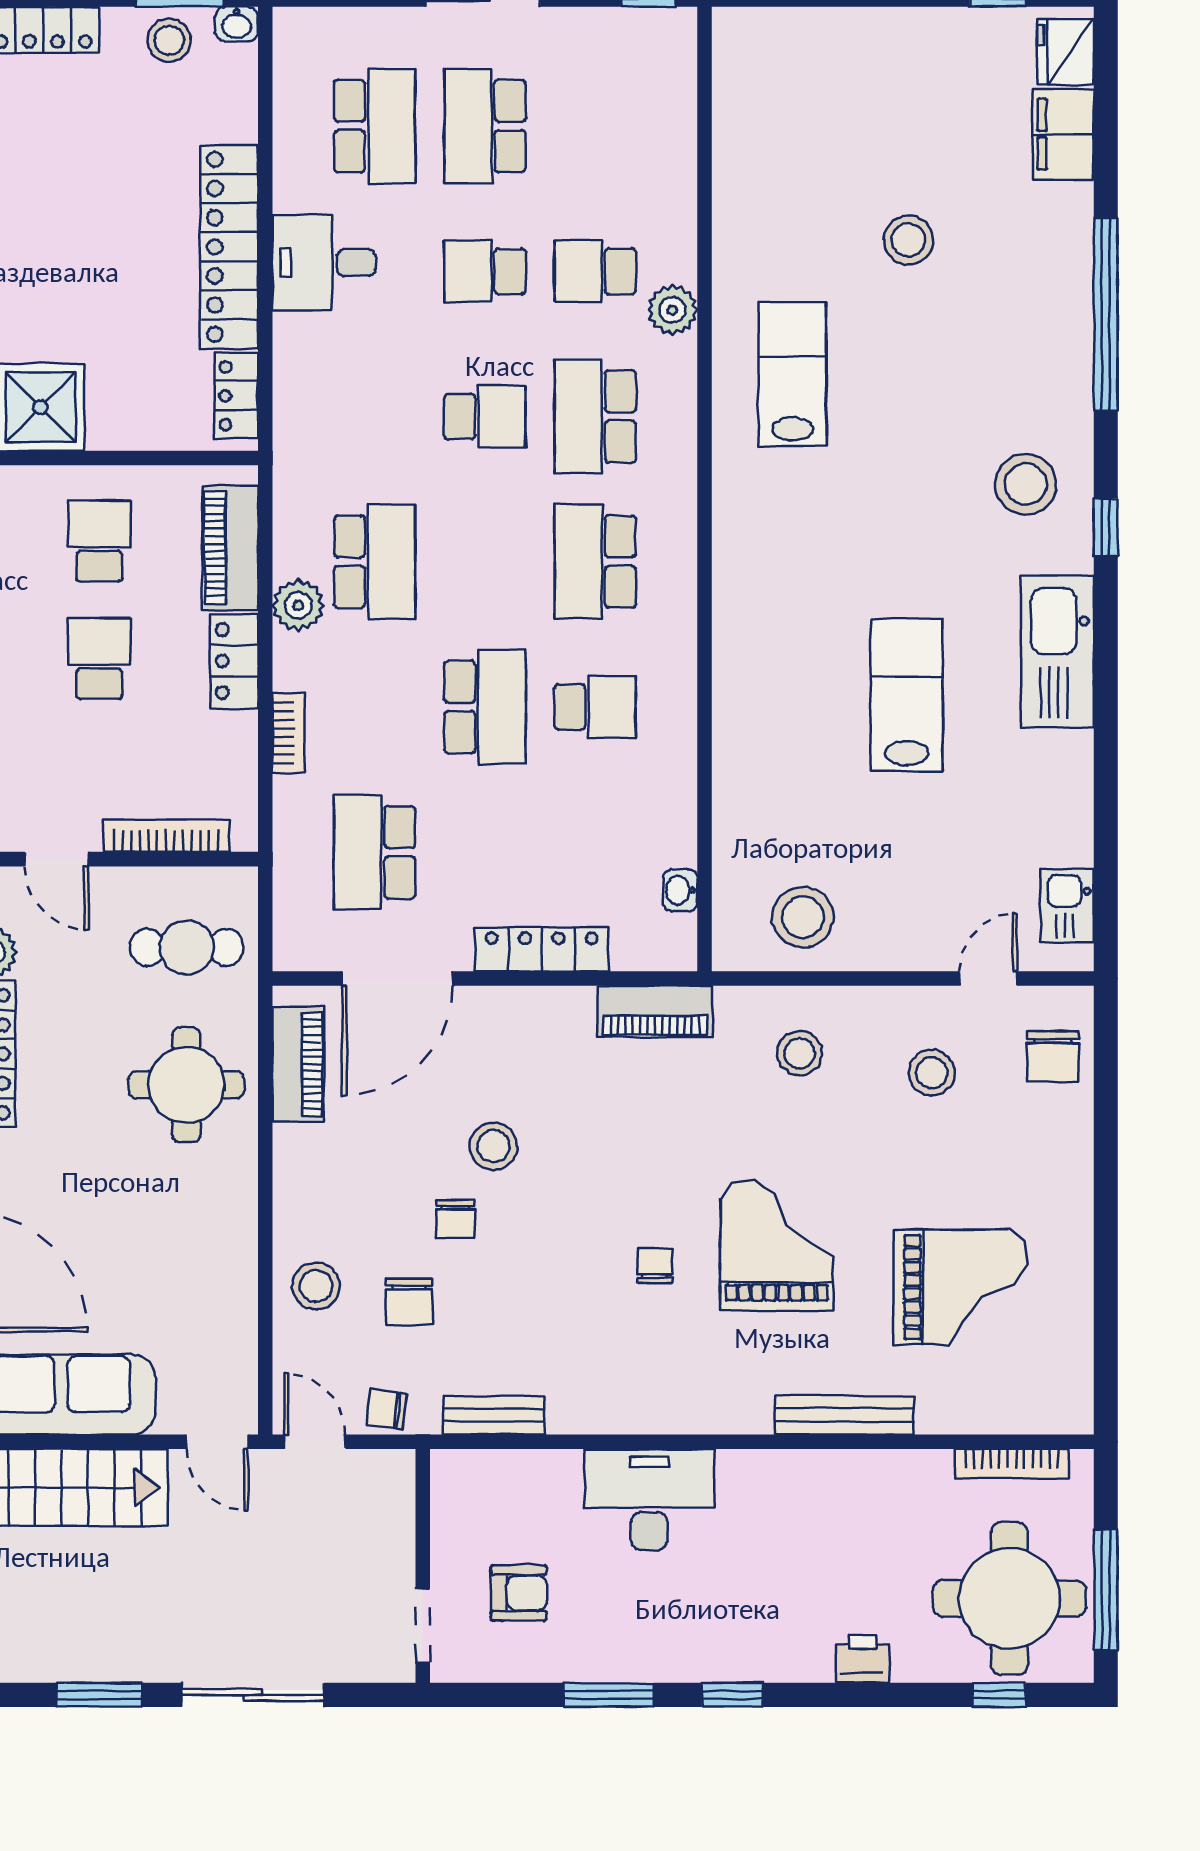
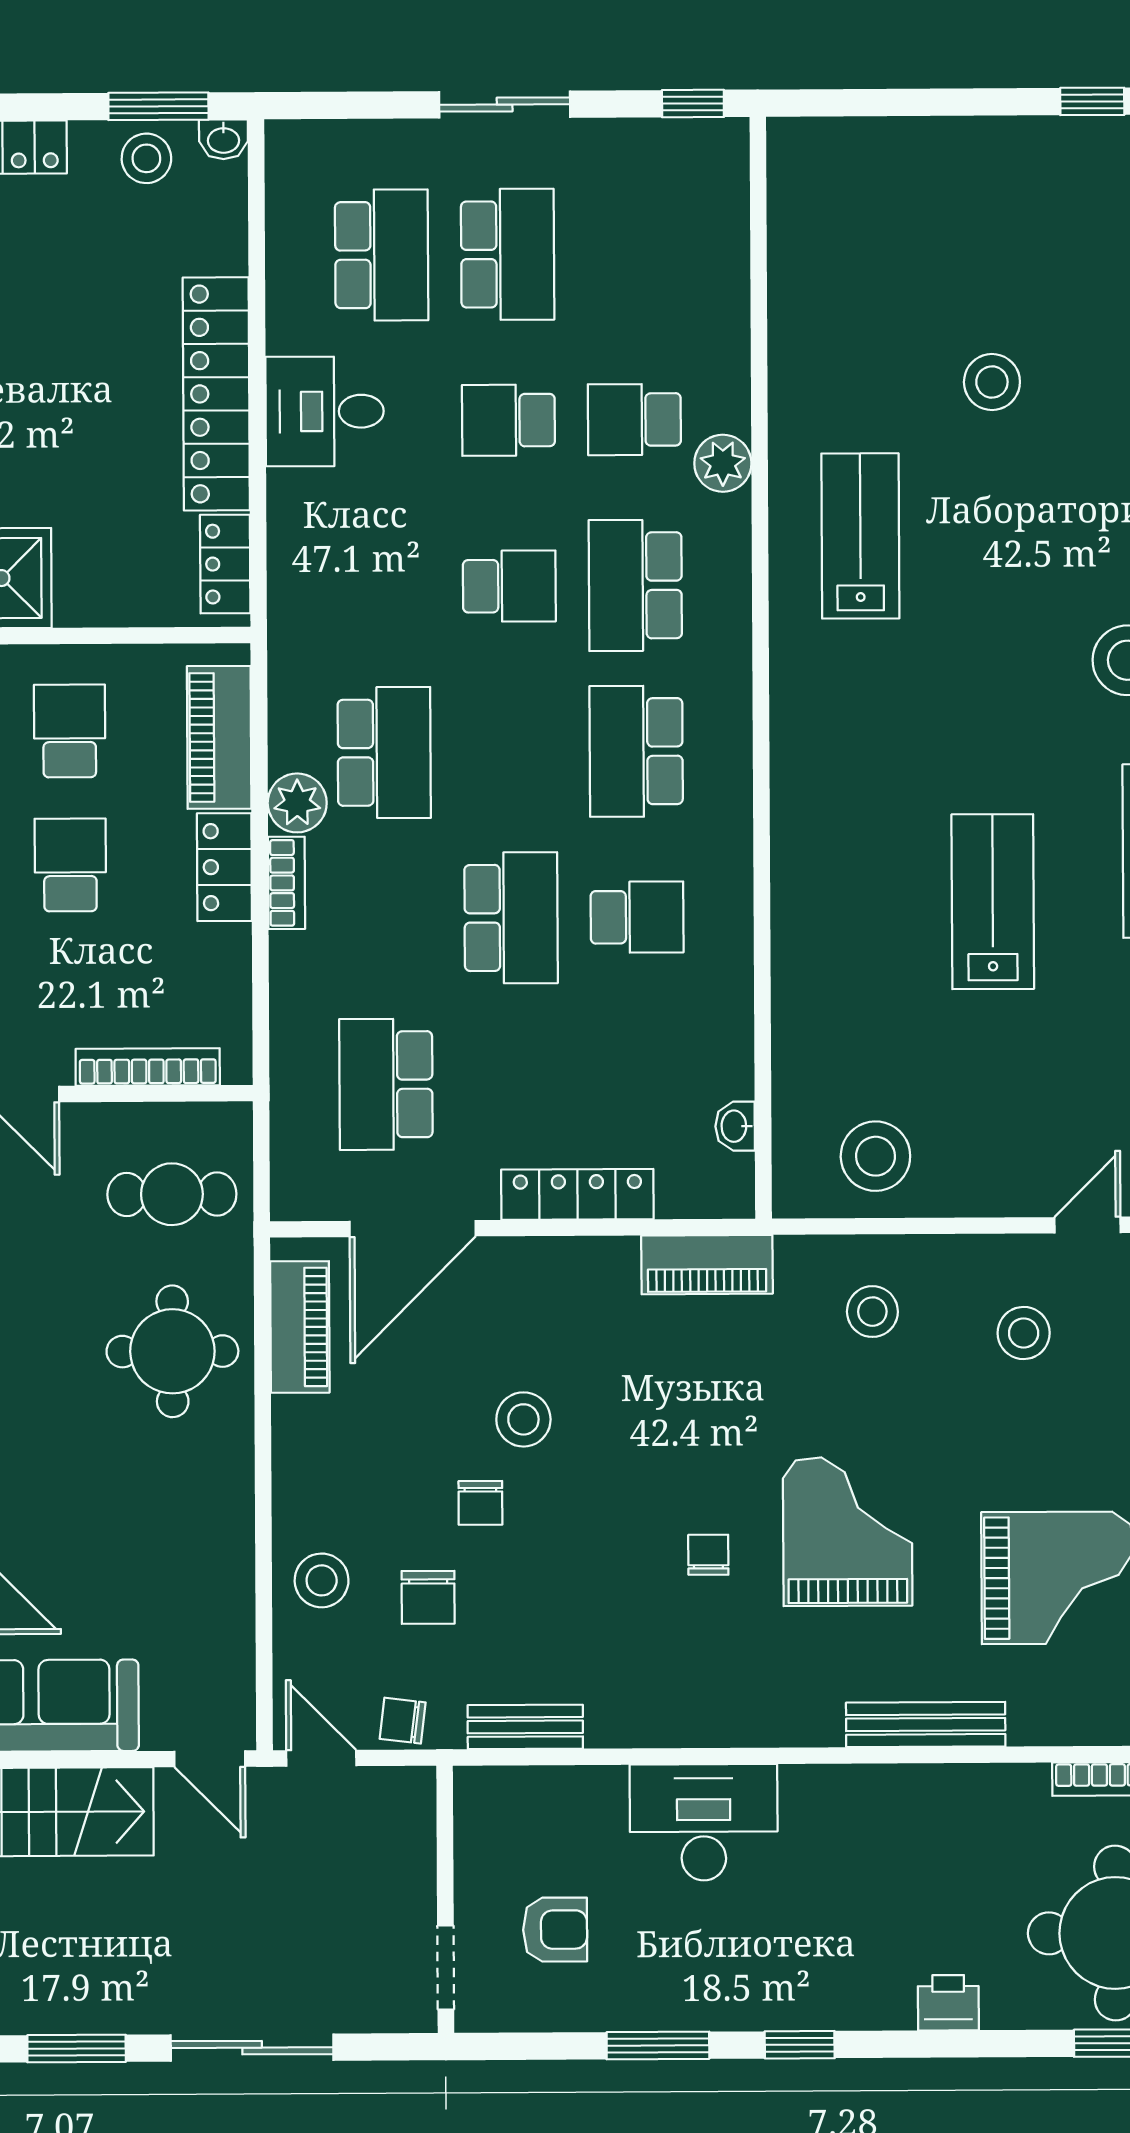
school desk: (485, 126) -> (508, 254), turned 180
bookcase: (289, 733) -> (287, 883), moved

